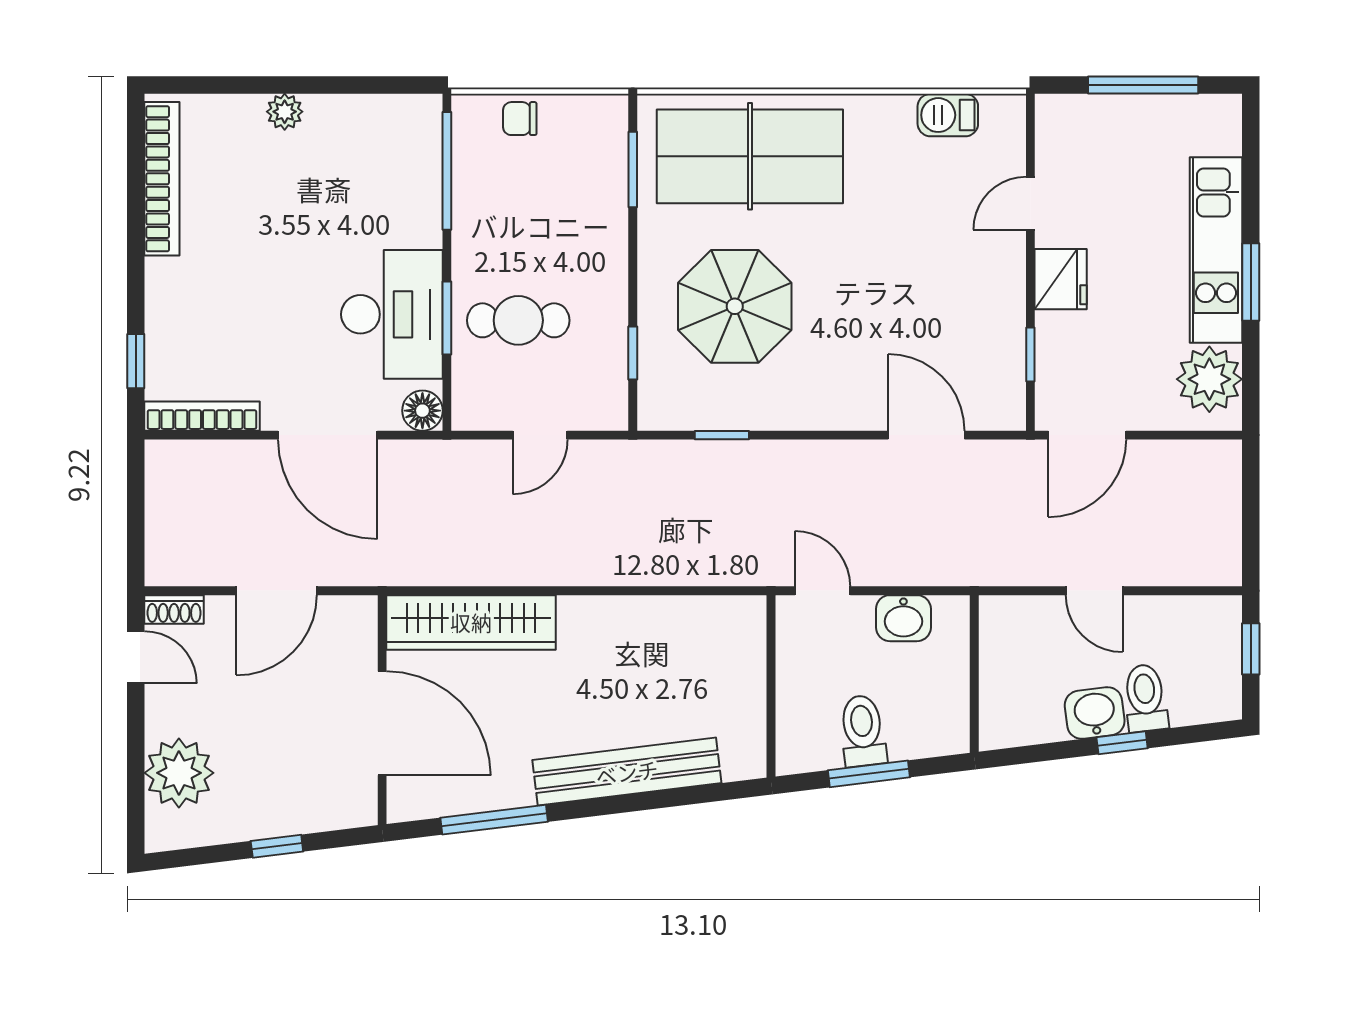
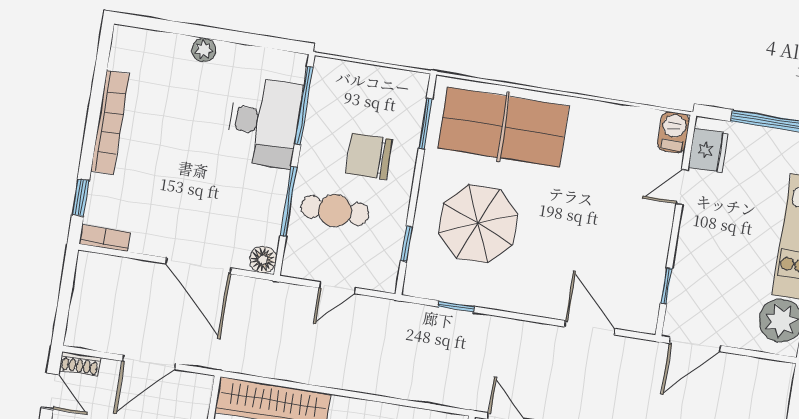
barbecue: (948, 115) -> (673, 132), moved, turned 90
chair: (520, 119) -> (369, 156), moved, width x1.87, depth x1.87
bookcase: (162, 179) -> (110, 122), moved
fridge: (1061, 279) -> (708, 150), moved
desk: (392, 314) -> (264, 122), moved
window: (447, 318) -> (289, 202), width x1.44
bookcase: (202, 416) -> (105, 238), width x0.64

